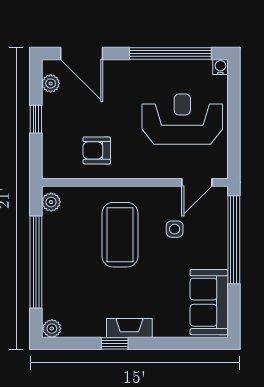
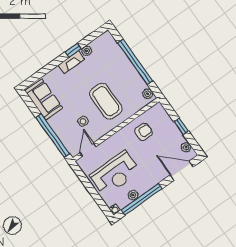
plant: (178, 69) -> (133, 195), added
plant: (52, 328) -> (87, 51), moved

